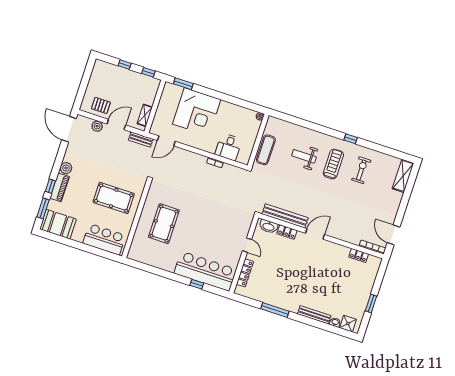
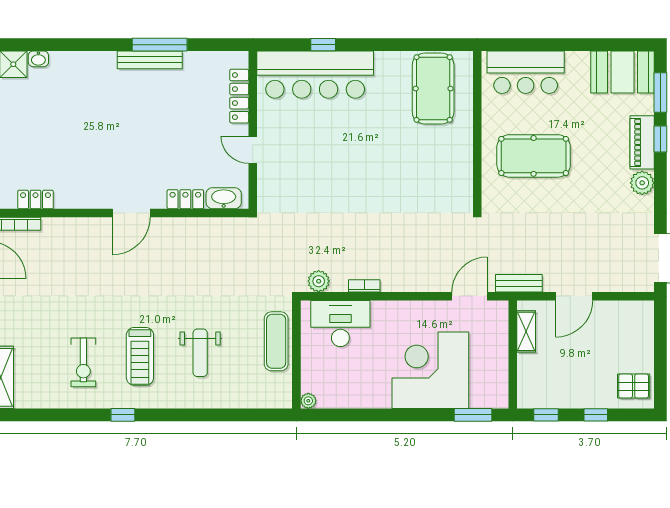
pallet: (101, 105) -> (634, 386), moved
plant: (97, 126) -> (319, 281), moved
desk: (229, 147) -> (340, 324), width x1.37
weight bench: (304, 156) -> (200, 353), turned 90
bench: (285, 216) -> (199, 228), removed
pool table: (164, 224) -> (433, 89), moved
bench: (314, 315) -> (150, 60), moved

